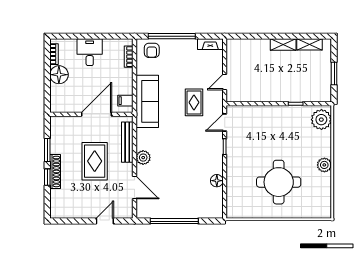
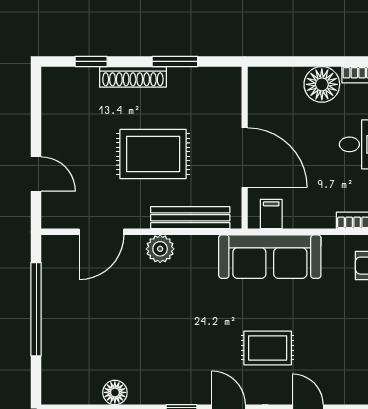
window: (47, 177) -> (91, 61), moved

